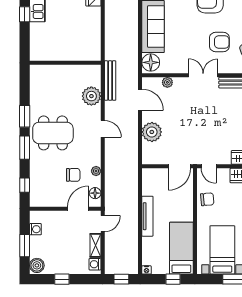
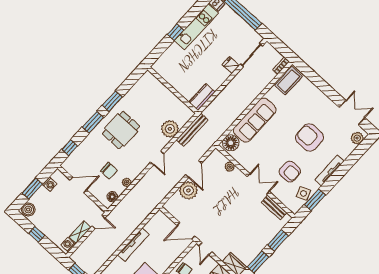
kitchen counter: (94, 47) -> (202, 97), added
door: (140, 100) -> (194, 169), moved
dining table: (53, 133) -> (121, 130), width x0.73
door: (78, 209) -> (78, 185), moved

